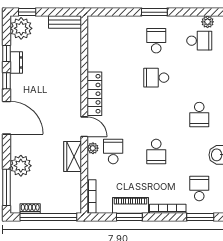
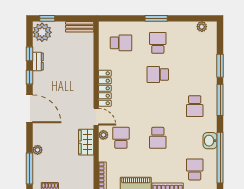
school desk: (199, 41) -> (121, 43), moved
plant: (21, 166) -> (38, 150), width x0.53, depth x0.53

